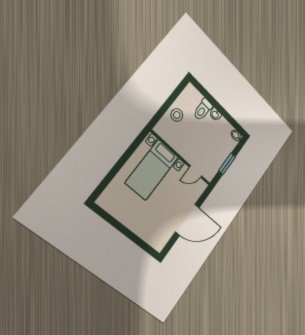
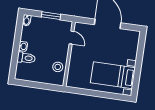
stool: (177, 115) -> (58, 67), moved
bed with nightstands: (152, 170) -> (113, 75), moved, turned 180

